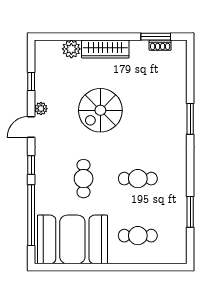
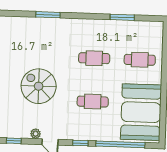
spiral stairs: (100, 110) -> (39, 86), turned 180
cafe table: (138, 179) -> (94, 58), turned 90
cafe table: (138, 236) -> (140, 60), turned 90

